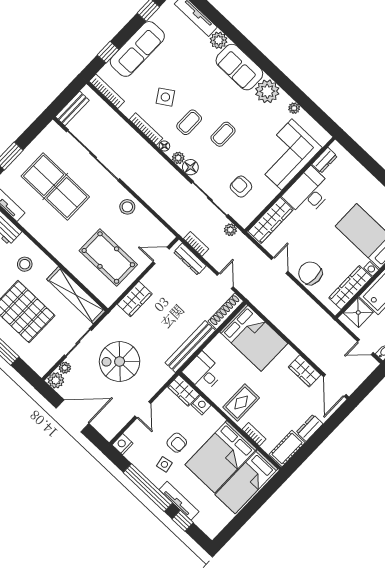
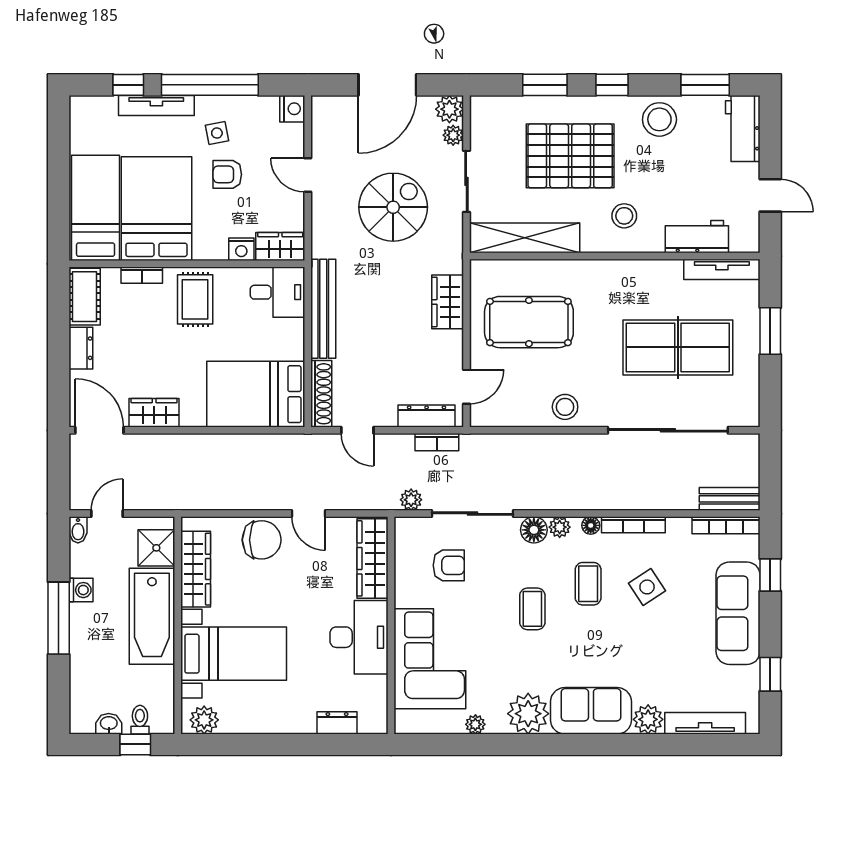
bench: (72, 108) -> (730, 499), moved, turned 90
dresser: (325, 160) -> (337, 723), moved, turned 90

